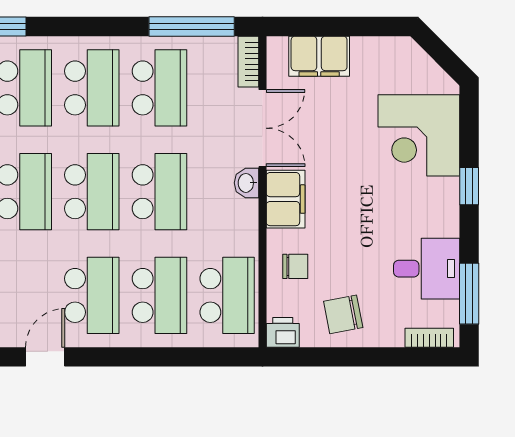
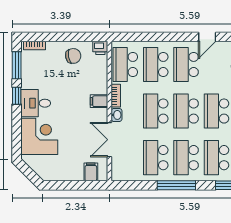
window: (192, 26) -> (176, 185), moved
filing cabinet: (319, 56) -> (91, 172), width x0.50
bookcase: (248, 62) -> (116, 96), moved
window: (469, 186) -> (17, 96), moved
filing cabinet: (286, 199) -> (99, 101), width x0.50
chair: (295, 266) -> (95, 78), removed
desk: (427, 269) -> (36, 103), moved

